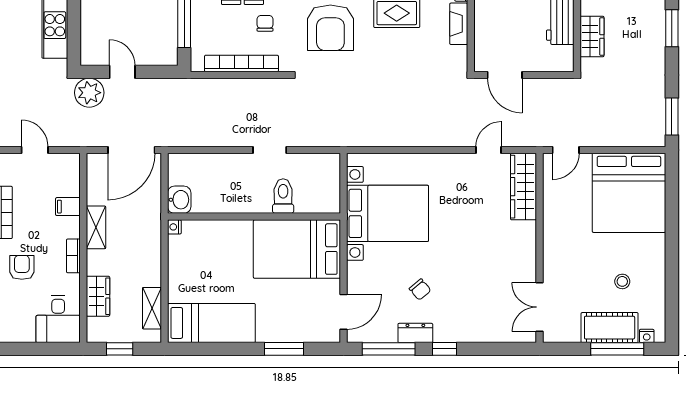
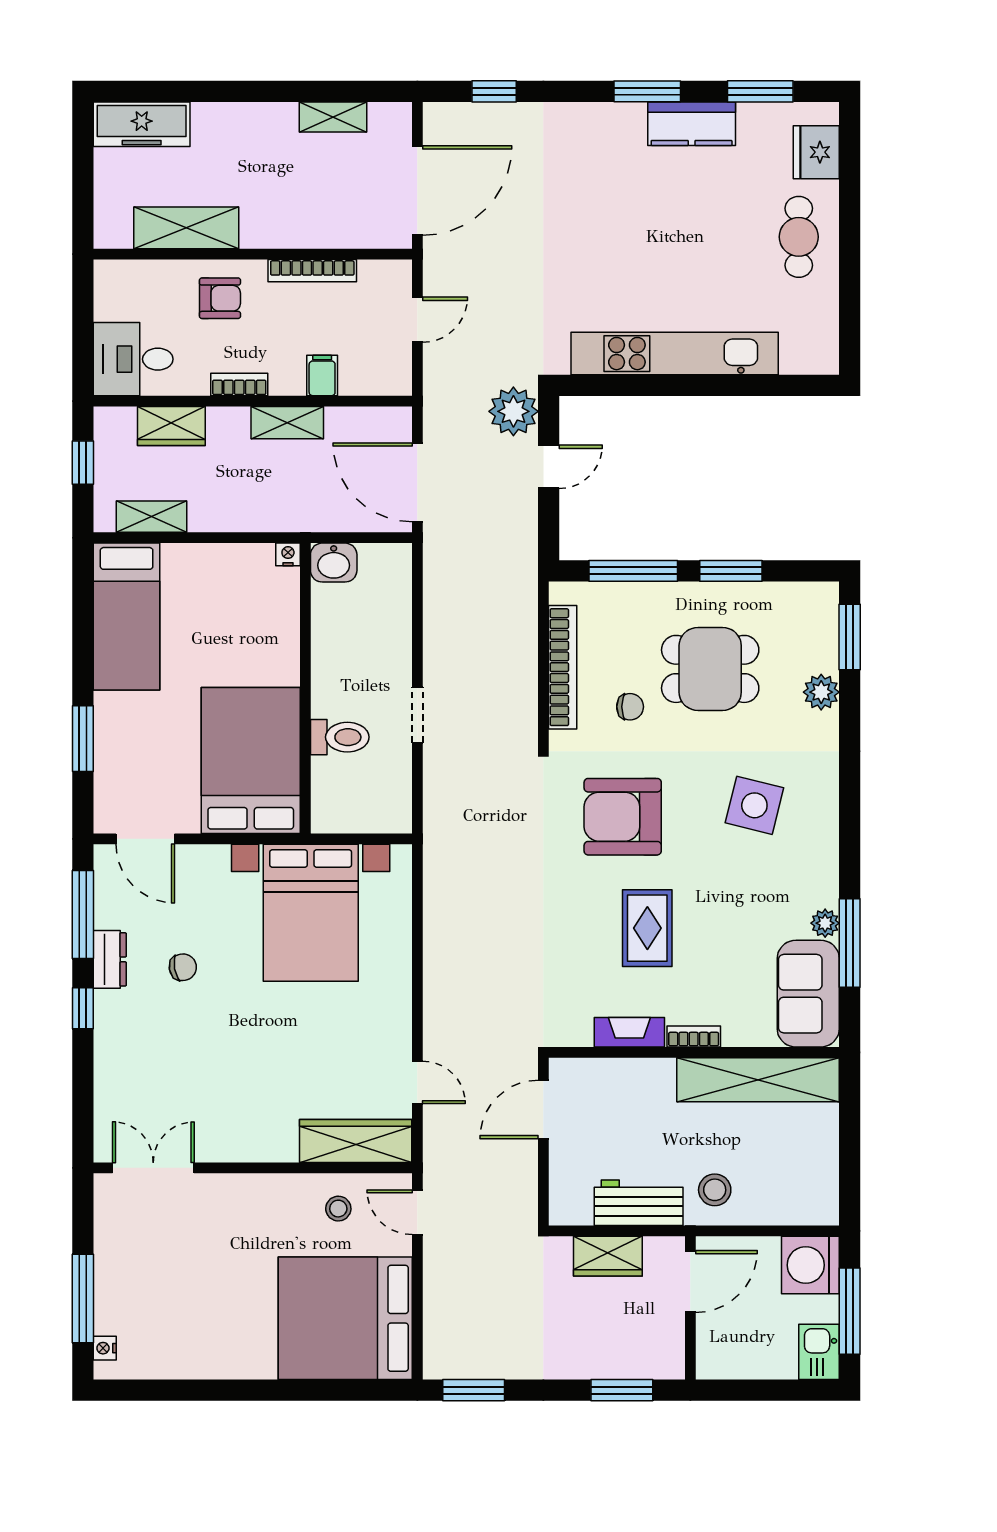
stool: (622, 281) -> (338, 1209), moved
chair: (420, 289) -> (183, 967), turned -150
cot: (610, 328) -> (119, 1286), removed

